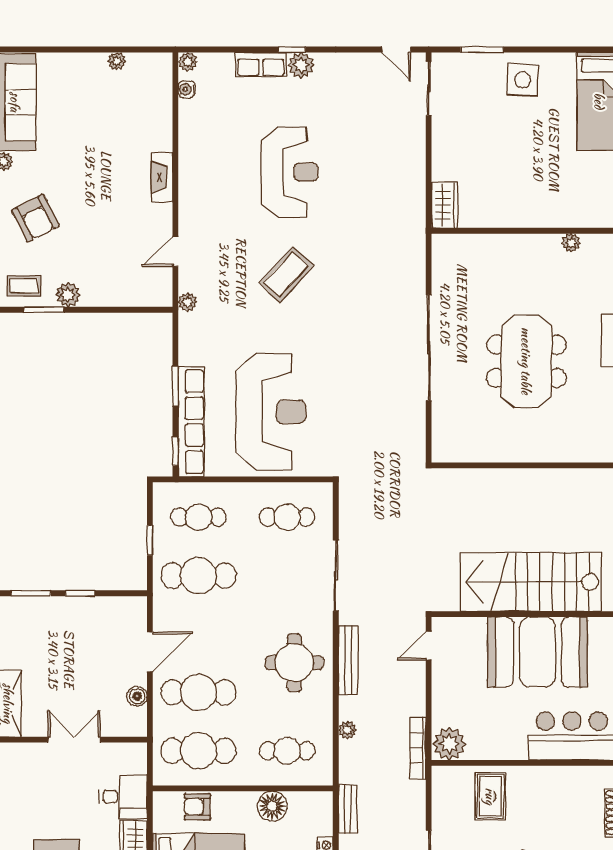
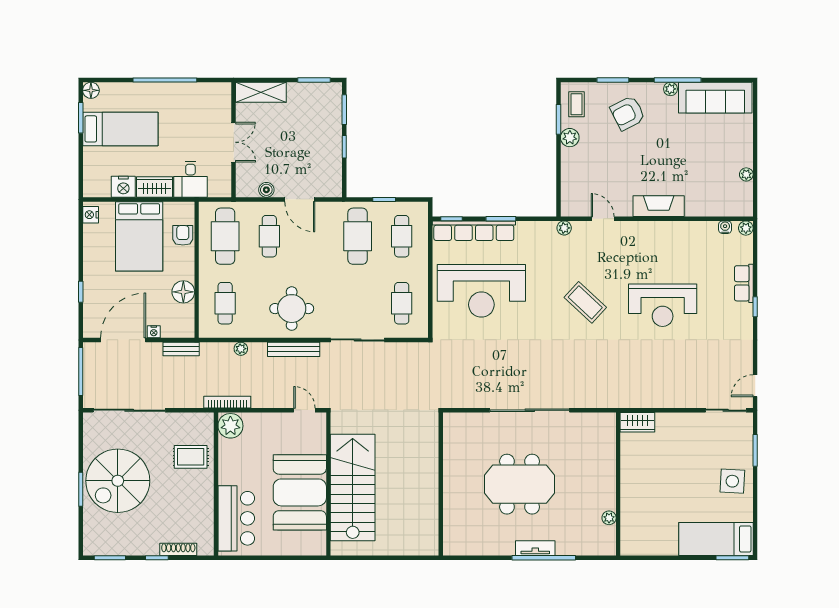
plant: (301, 65) -> (743, 314), removed
fireplace: (162, 177) -> (659, 206), width x1.37, depth x1.32
cafe table: (199, 692) -> (269, 236), width x0.73, depth x0.74

